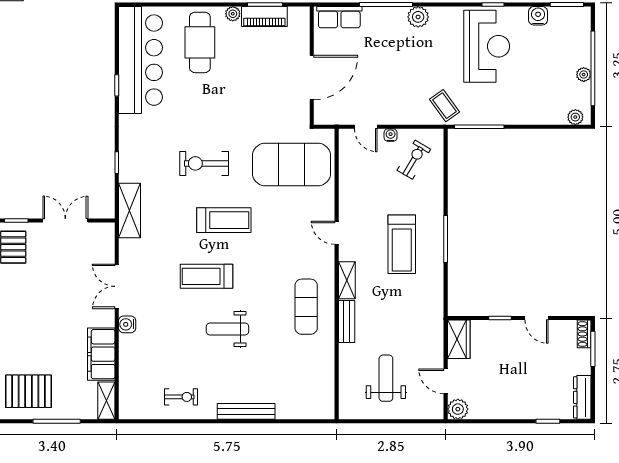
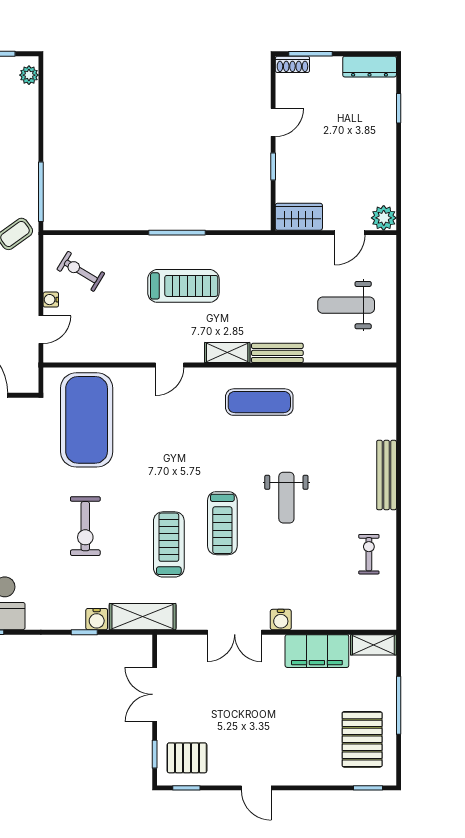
water cooler: (127, 173) -> (97, 619), added
treadmill: (224, 220) -> (169, 544), moved

